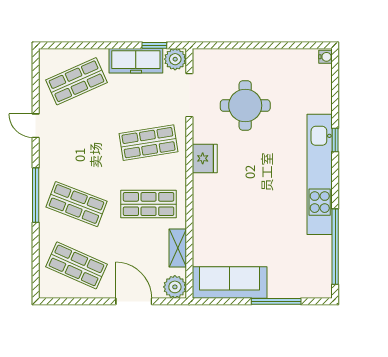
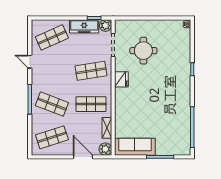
kitchen unit: (320, 174) -> (184, 88), removed
shop shelf: (76, 265) -> (52, 137), turned -42

